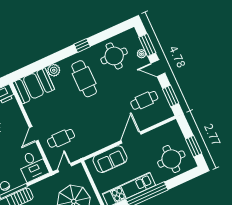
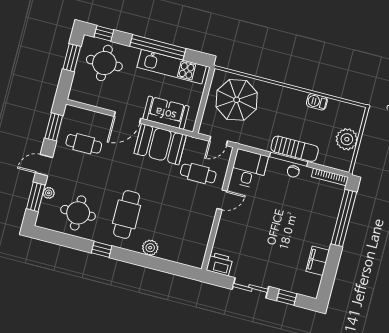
door: (158, 68) -> (44, 165), swing flipped
booth: (33, 86) -> (160, 144), moved
window: (186, 177) -> (104, 33), added

